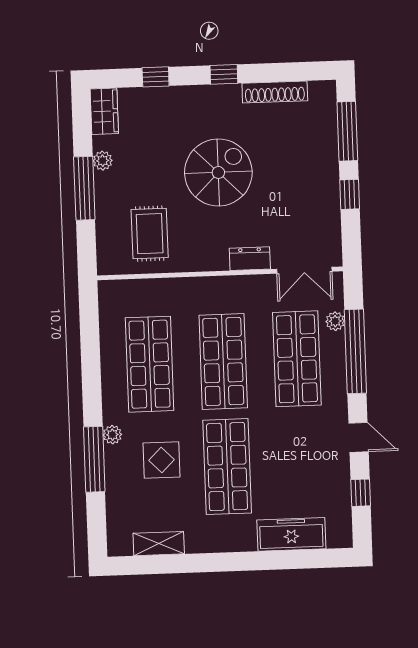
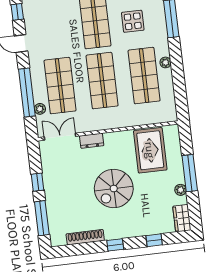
rug: (150, 234) -> (150, 150), width x1.36, depth x1.43
plant: (112, 435) -> (166, 62), moved

